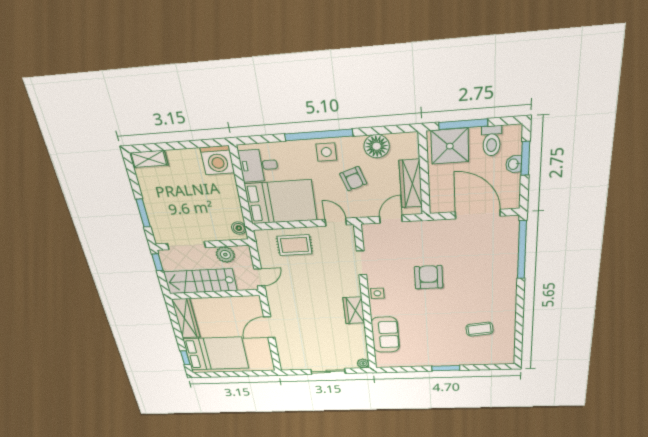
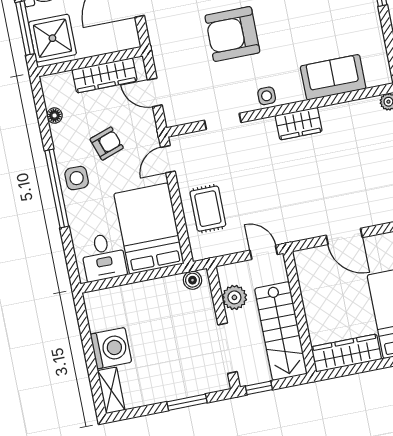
floor lamp: (377, 146) -> (55, 115), width x0.53, depth x0.53
washing machine: (217, 160) -> (111, 348), moved
armchair: (429, 277) -> (232, 34), width x1.36, depth x1.36

